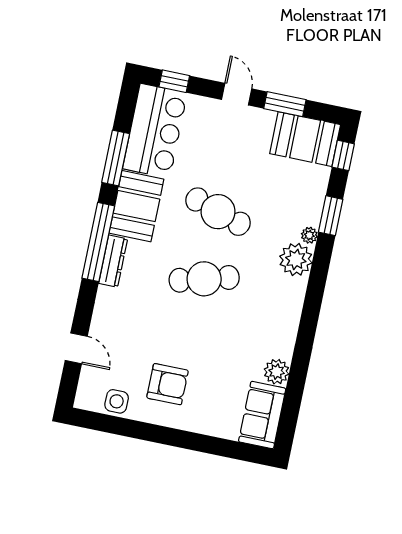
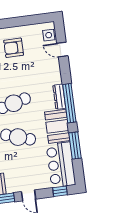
side table: (117, 401) -> (49, 35), moved

